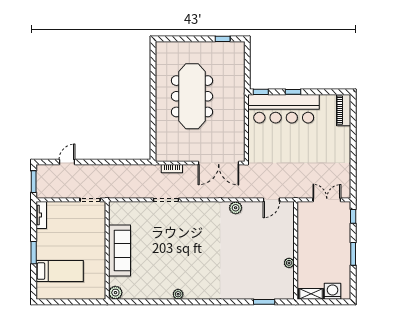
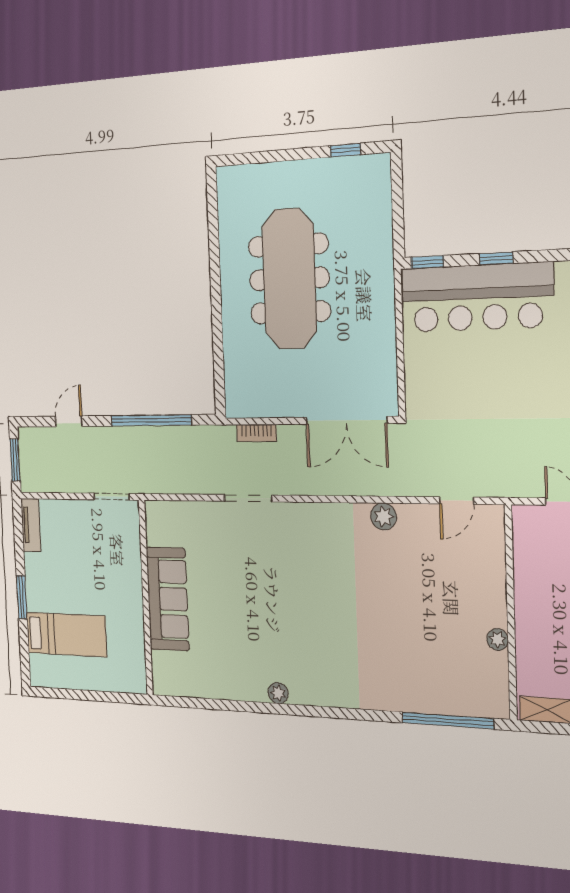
window: (115, 162) -> (151, 420), added
plant: (115, 293) -> (164, 682), removed
window: (264, 302) -> (448, 721), width x2.11

